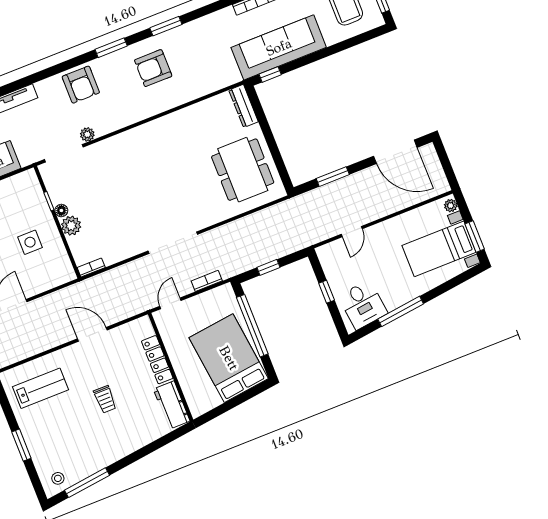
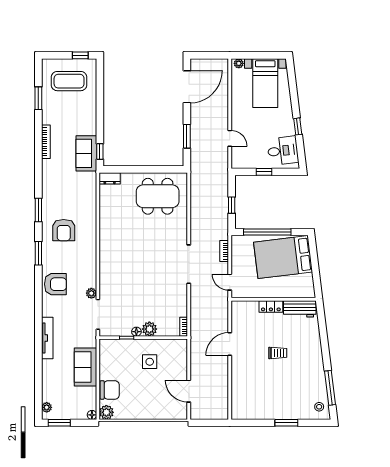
sofa: (279, 47) -> (86, 153), width x0.54, depth x0.79
dresser: (244, 106) -> (110, 178), width x0.70
window: (475, 237) -> (266, 55), removed
window: (401, 311) -> (298, 126), width x0.46
locker: (157, 360) -> (271, 306), width x0.66
lab bench: (41, 388) -> (253, 394), removed

